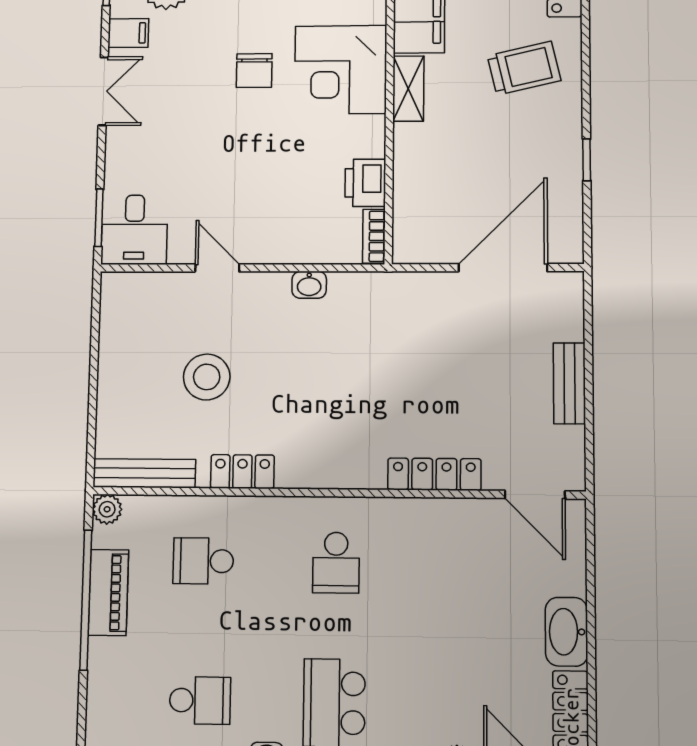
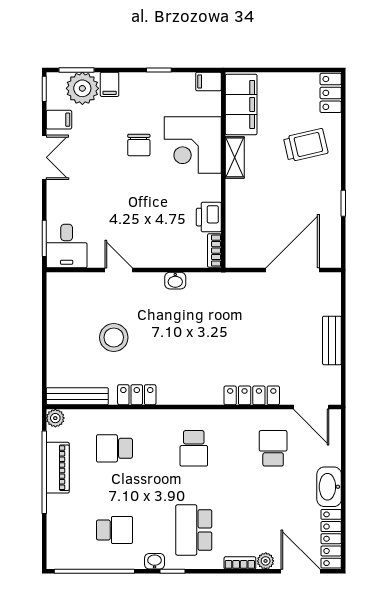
school desk: (470, 564) -> (273, 448), added

